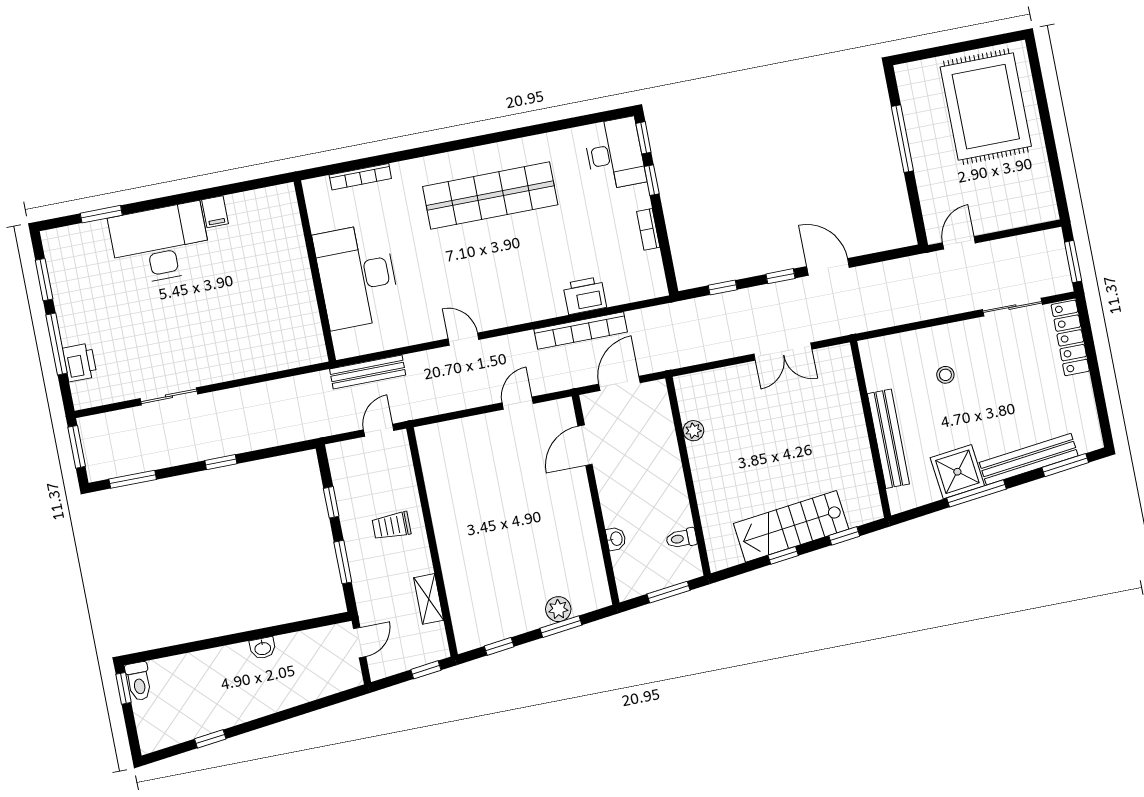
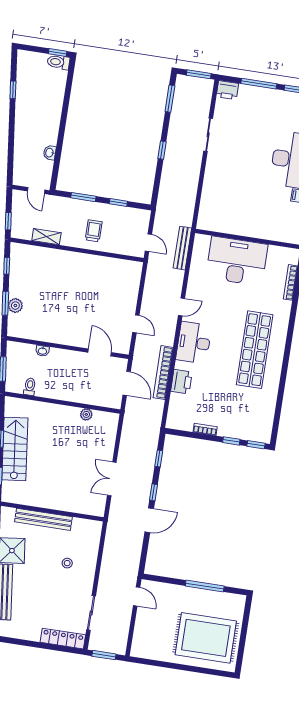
desk: (615, 154) -> (194, 343), moved, turned 90
printer: (80, 362) -> (227, 90), moved
washbasin: (263, 648) -> (50, 153), moved

